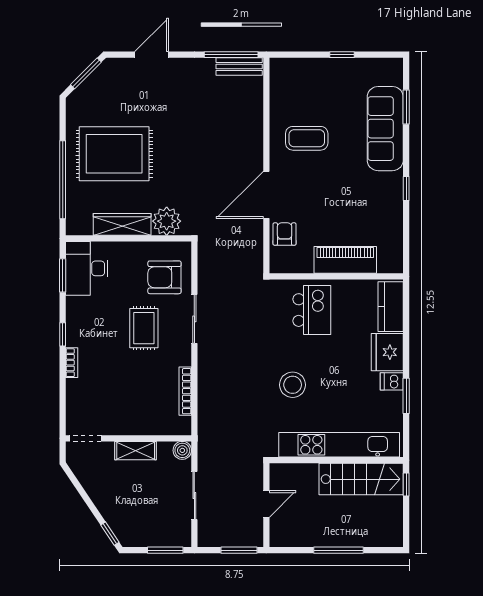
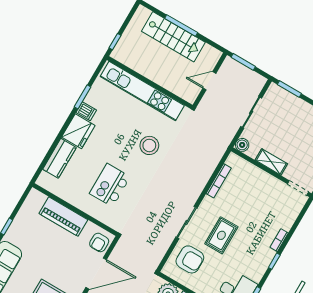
piano: (345, 260) -> (63, 217), moved
wall: (336, 276) -> (75, 210), moved
stairs: (361, 479) -> (173, 37), moved, turned 180

